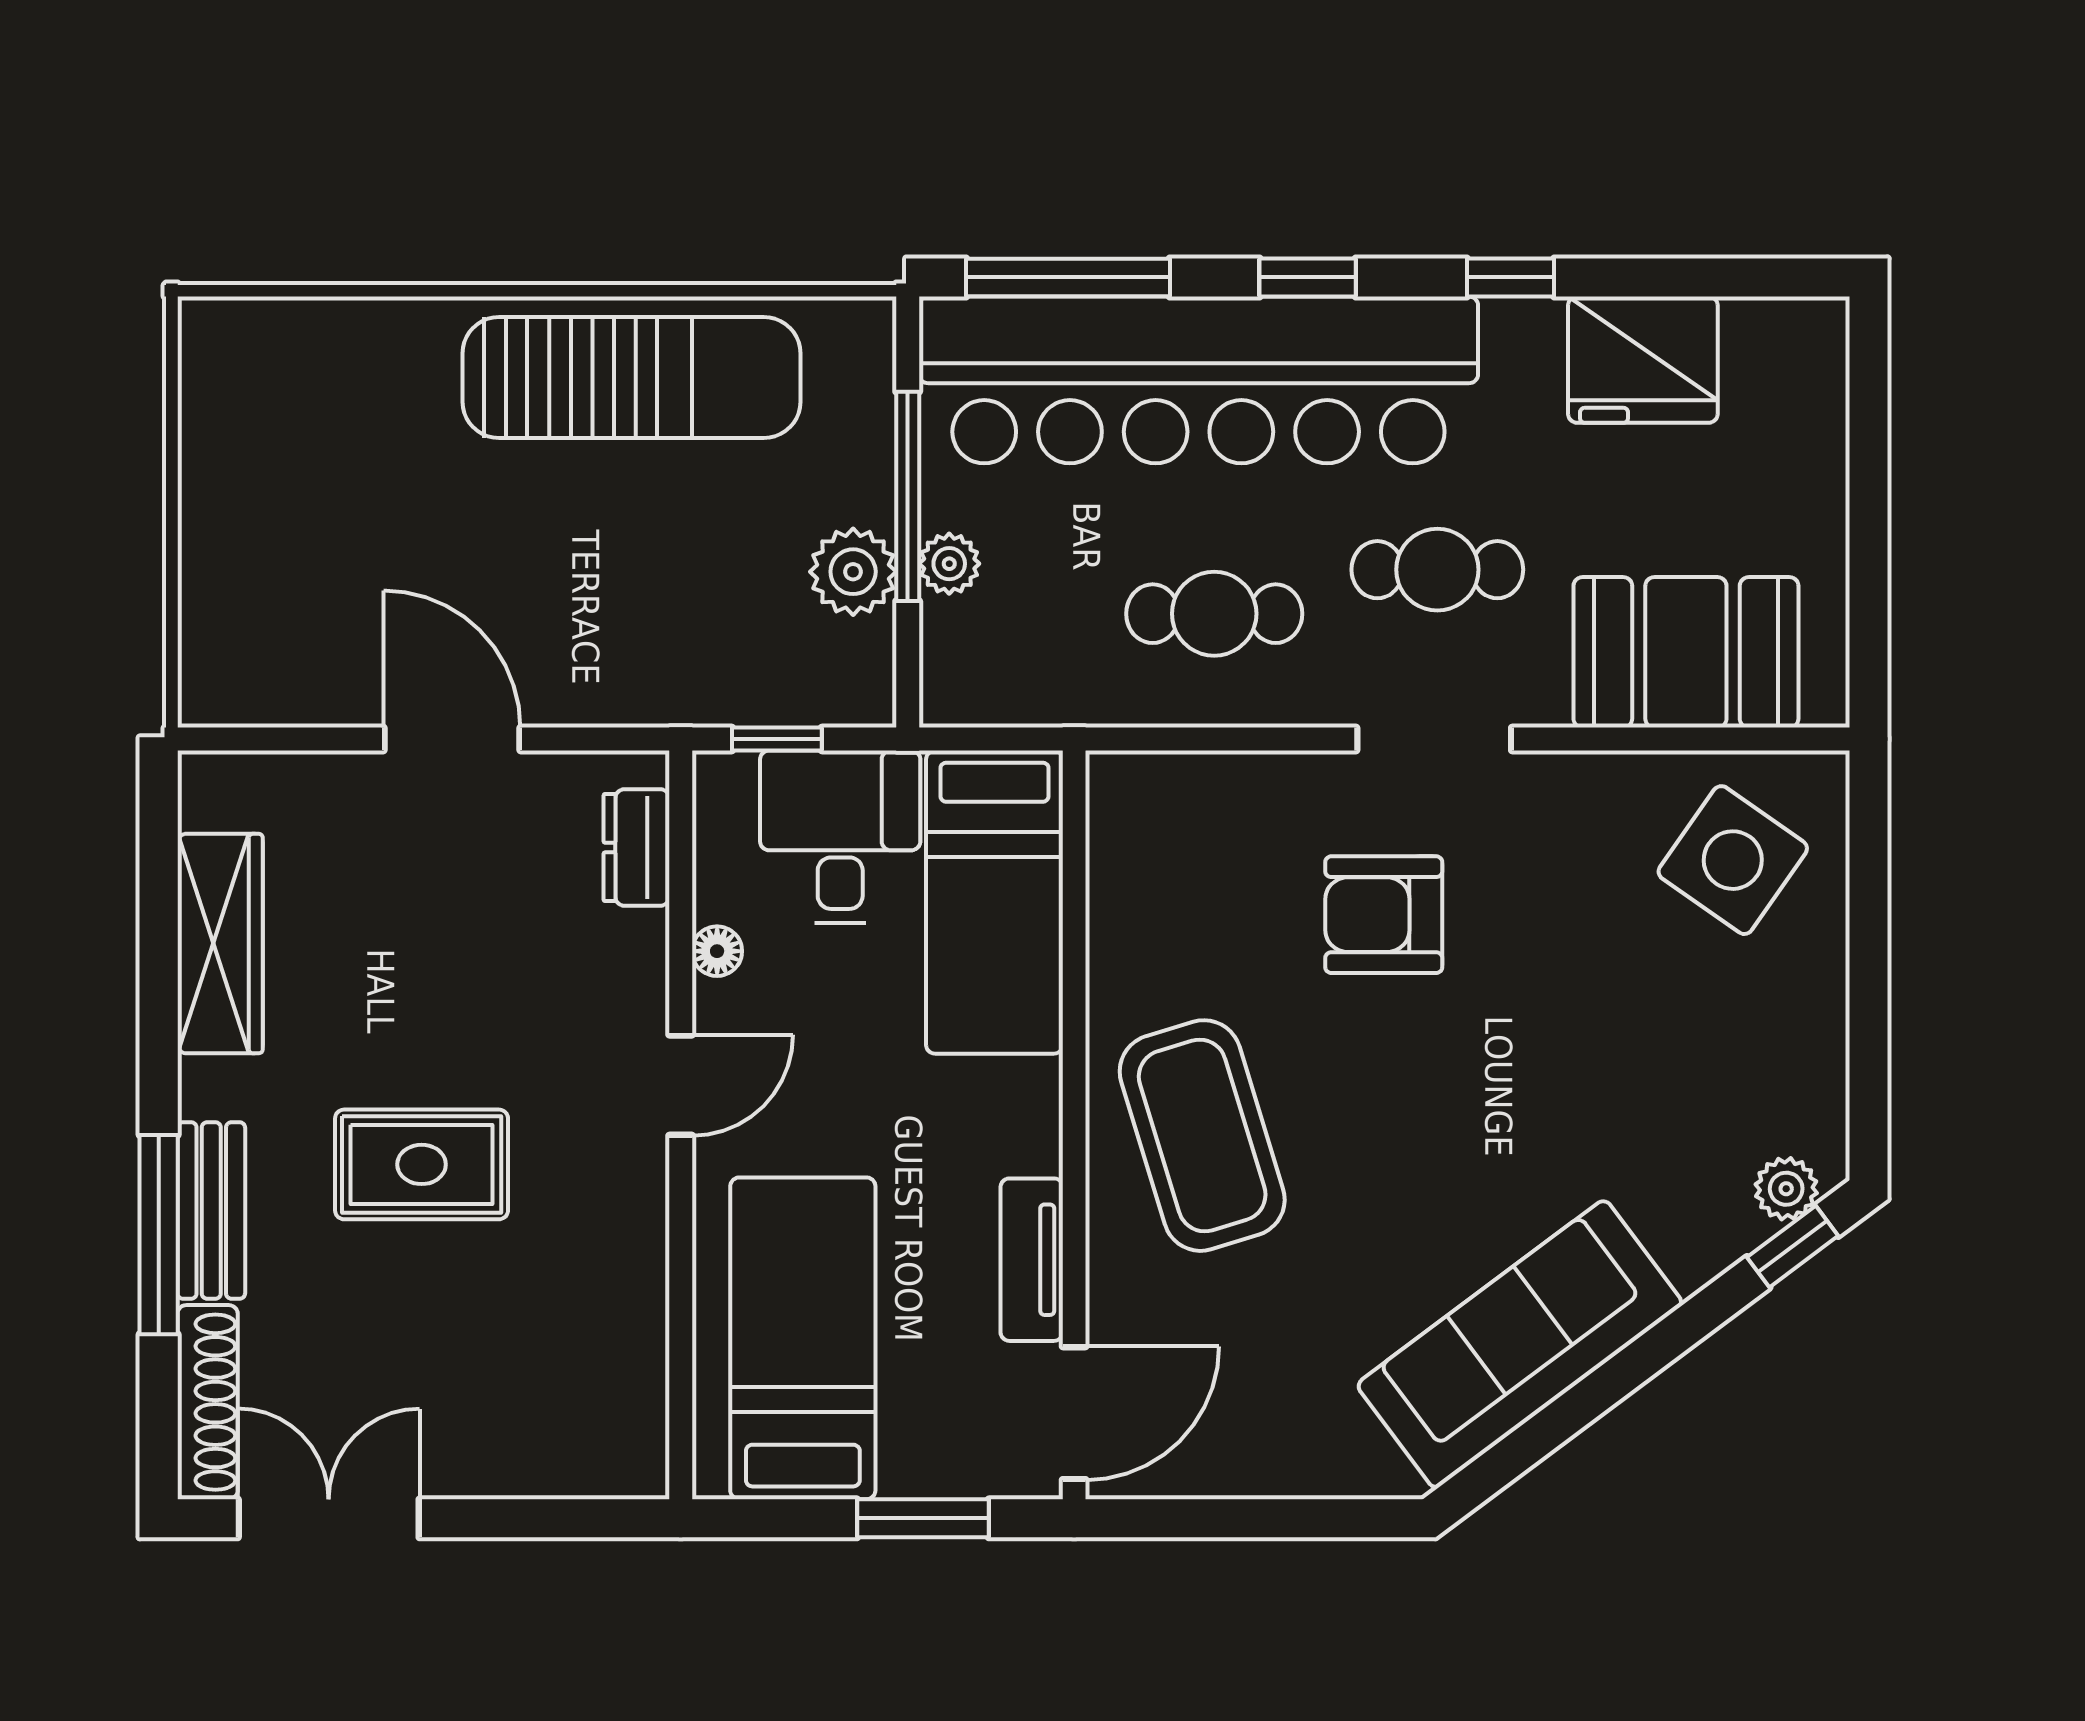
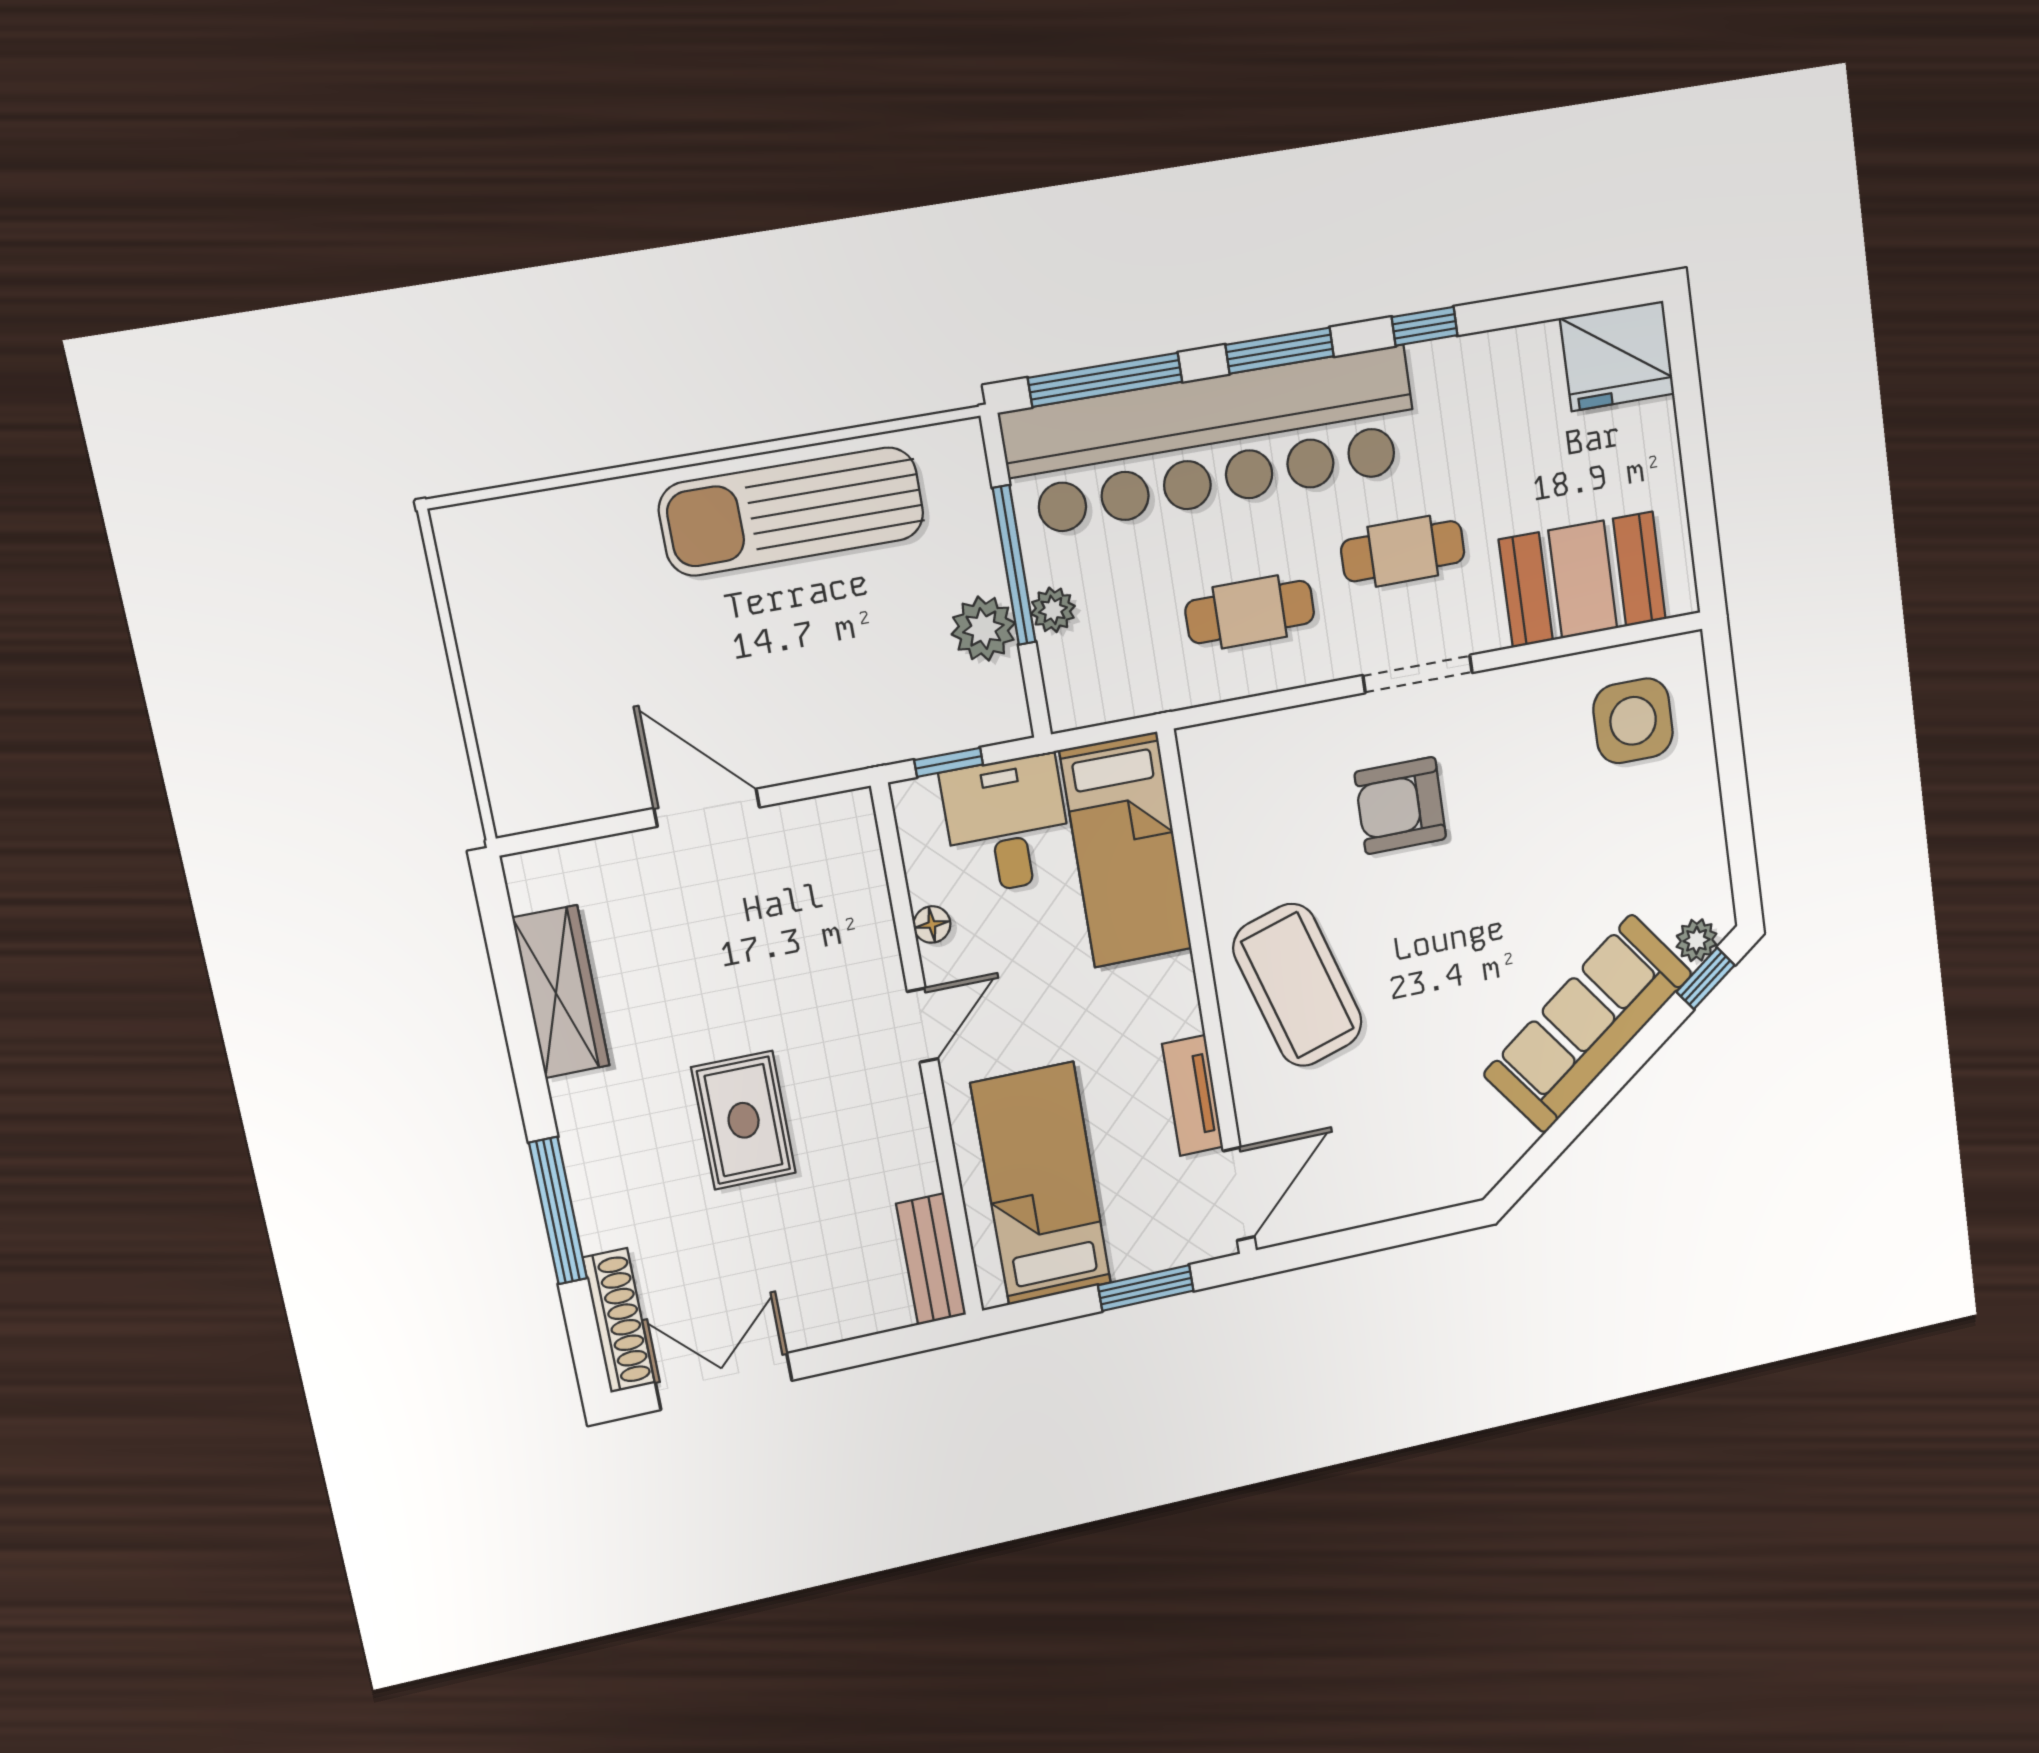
window: (1308, 277) -> (1280, 351), width x1.50
fridge: (1643, 360) -> (1617, 356), moved
sun lounger: (631, 378) -> (792, 511), turned 180
dresser: (636, 848) -> (859, 861), removed
side table: (1733, 860) -> (1633, 721), turned -35
rug: (422, 1164) -> (744, 1120), turned 90
bench: (211, 1210) -> (931, 1259), moved
sofa: (1520, 1344) -> (1588, 1024), moved

